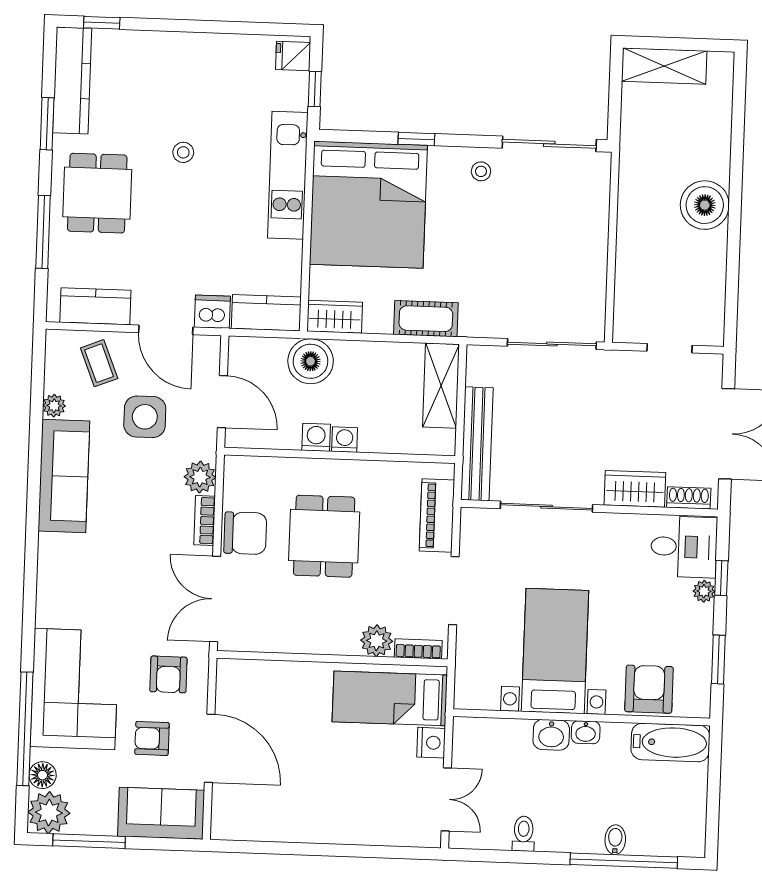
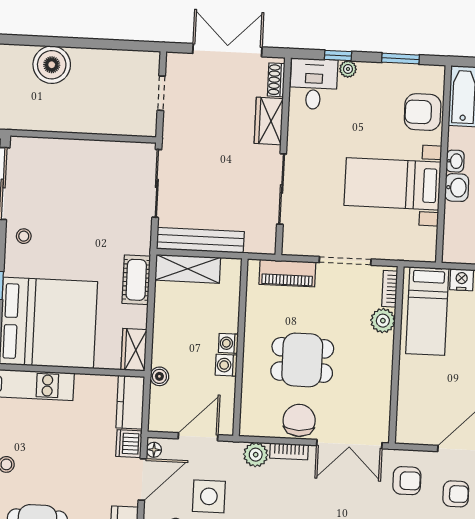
floor lamp: (205, 344) -> (154, 450), added
boiler: (311, 361) -> (159, 376), width x0.54, depth x0.54
bench: (477, 444) -> (200, 240), moved
armchair: (152, 738) -> (456, 494), turned -90

